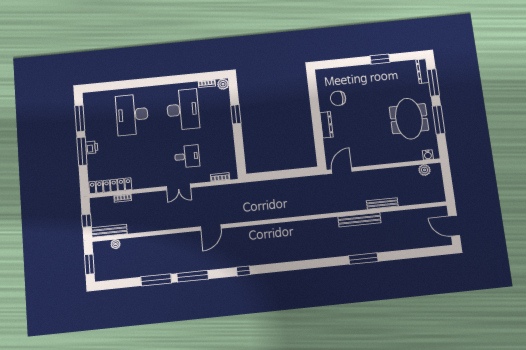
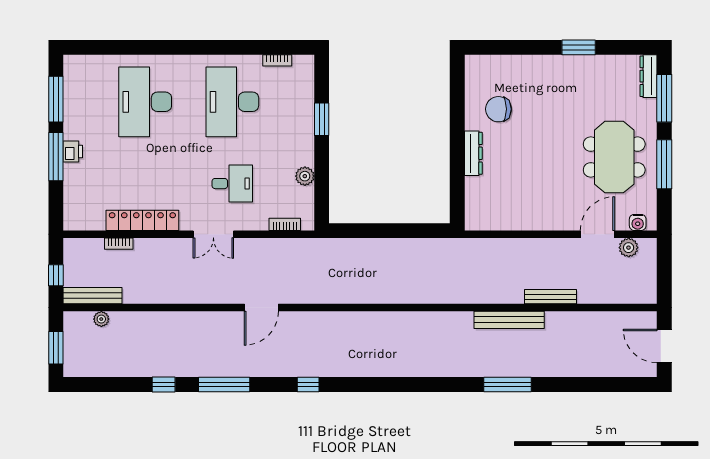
plant: (223, 84) -> (305, 176), moved
desk: (183, 110) -> (232, 102), turned 180
door: (342, 170) -> (597, 234), moved
locker: (110, 186) -> (142, 220), moved
window: (156, 280) -> (164, 385), width x0.46

